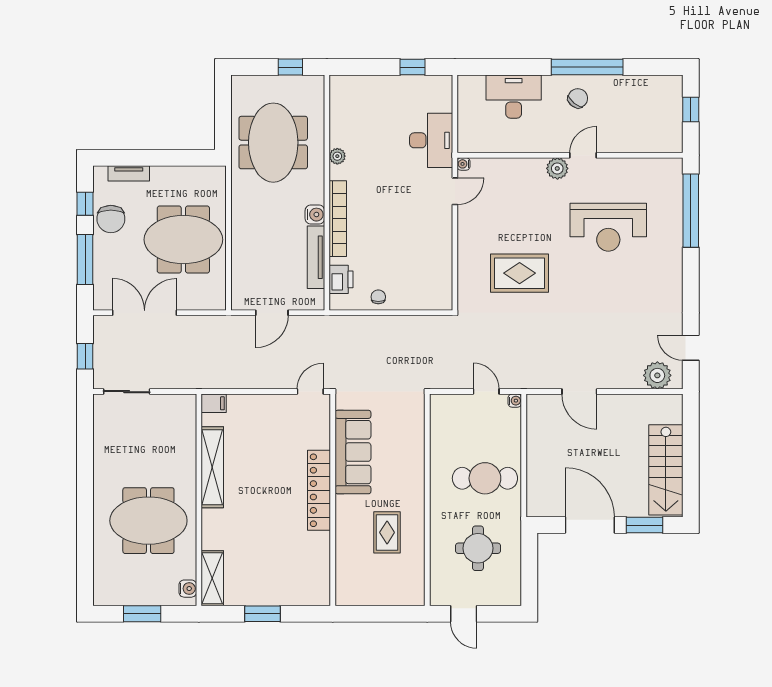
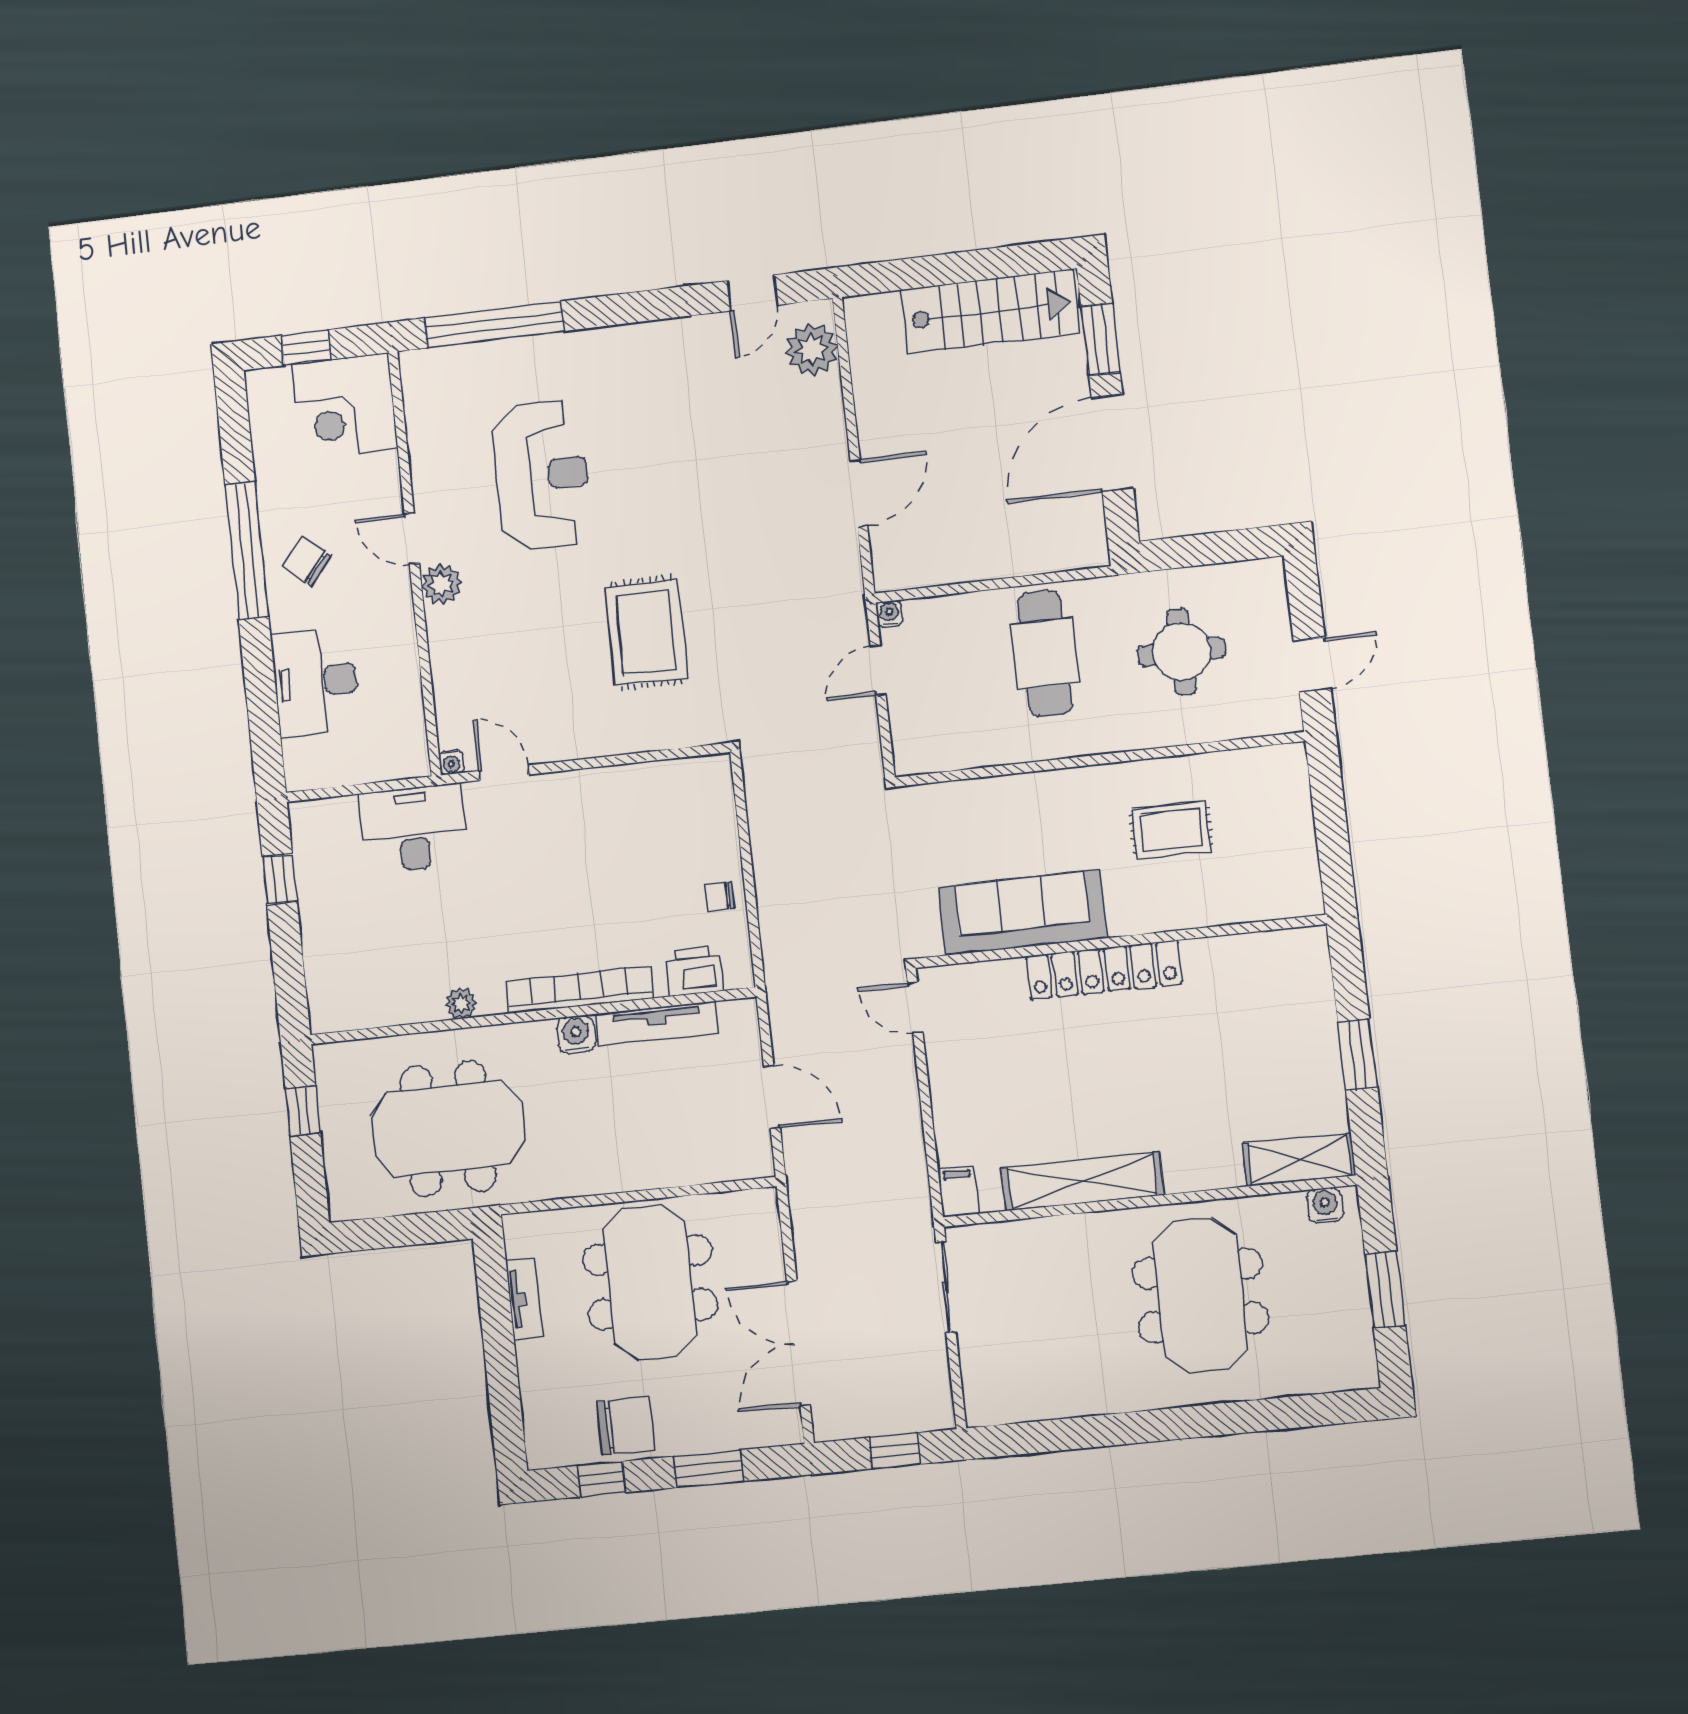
corner desk: (657, 127) -> (345, 407), added
tv unit: (129, 173) -> (524, 1298), moved
window: (85, 259) -> (708, 1469), width x0.69
sliding door: (127, 392) -> (946, 1287), moved

